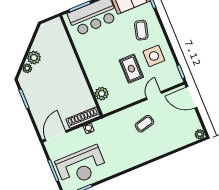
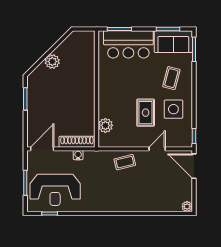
plant: (27, 68) -> (41, 69), removed
coffee table: (144, 124) -> (125, 162), moved

